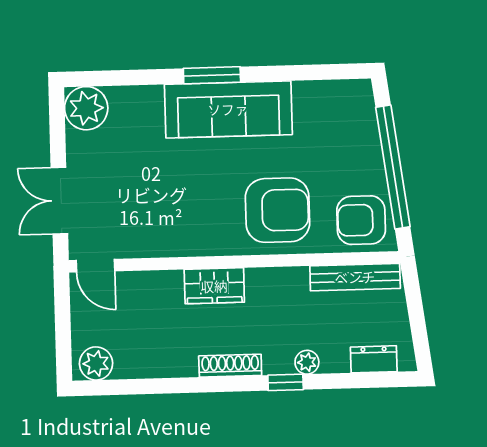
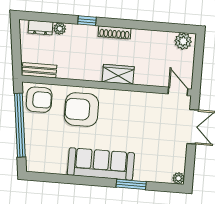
window: (212, 75) -> (131, 184), moved
plant: (86, 108) -> (179, 178), width x0.53, depth x0.53
bench: (355, 277) -> (39, 70), width x0.73
plant: (307, 362) -> (60, 29), moved

